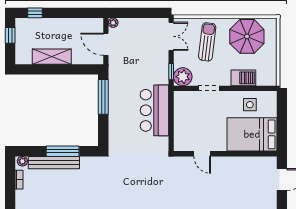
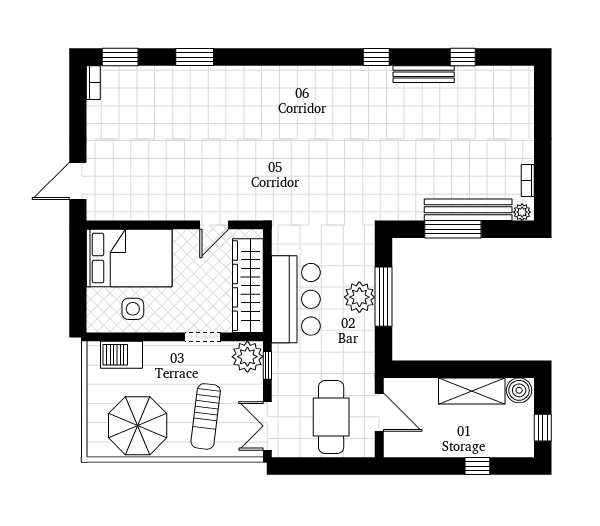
window: (35, 13) -> (477, 466), moved
plant: (113, 23) -> (359, 297), moved, width x1.88, depth x1.88
cafe table: (134, 41) -> (331, 417), added
boiler: (24, 57) -> (519, 390), added
barbecue: (243, 78) -> (121, 355), moved
window: (103, 97) -> (384, 297), moved
wardrobe: (183, 118) -> (248, 286), added
door: (202, 154) -> (214, 225), swing flipped

